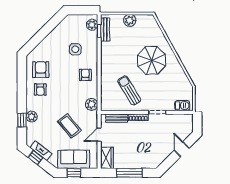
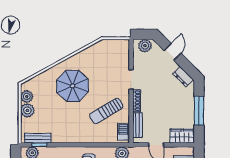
plant: (142, 20) -> (27, 96), added
barbecue: (182, 106) -> (123, 132), moved
plant: (187, 125) -> (145, 46), added
door: (182, 149) -> (172, 52), swing flipped
dresser: (160, 159) -> (183, 77), added

